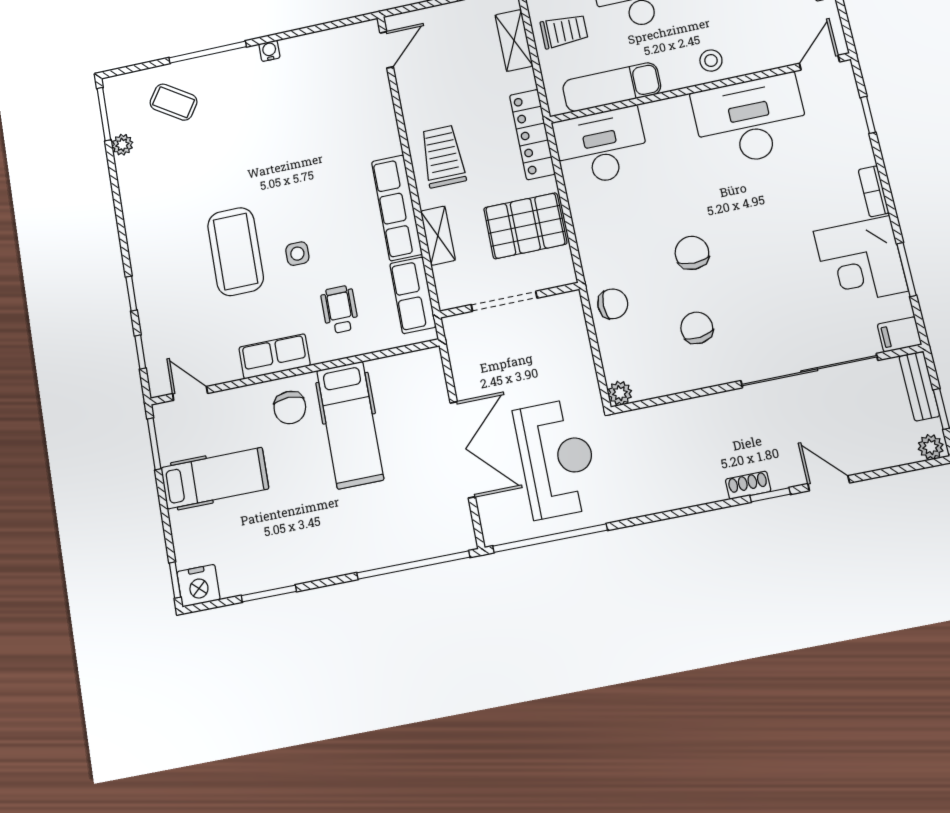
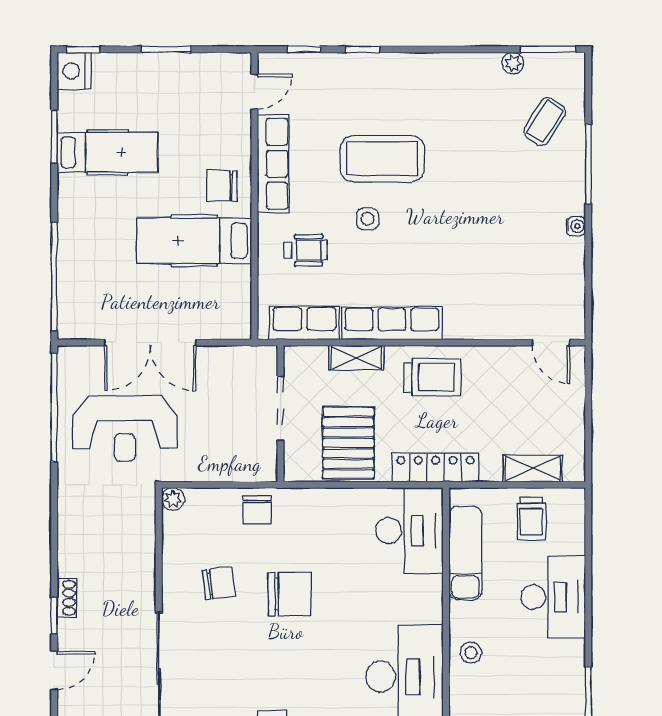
chair: (692, 253) -> (290, 594), width x1.37, depth x1.37
row of seats: (275, 356) -> (273, 164), width x1.48
window: (154, 444) -> (166, 49), moved
hospital bed: (215, 478) -> (107, 152), moved, turned -90

